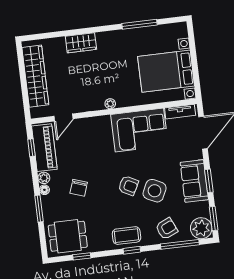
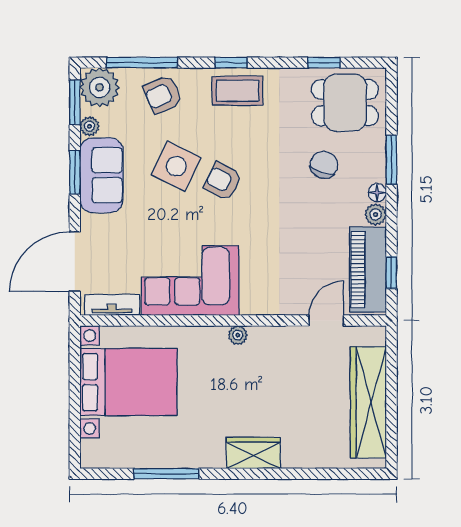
wardrobe: (81, 43) -> (253, 453), moved
chair: (79, 188) -> (324, 165), moved
plant: (204, 207) -> (89, 126), added

